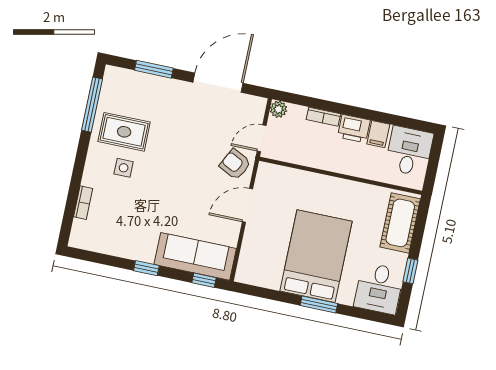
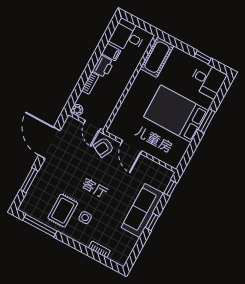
cot: (400, 223) -> (157, 57), moved, turned 90
sofa: (195, 256) -> (142, 210), moved

